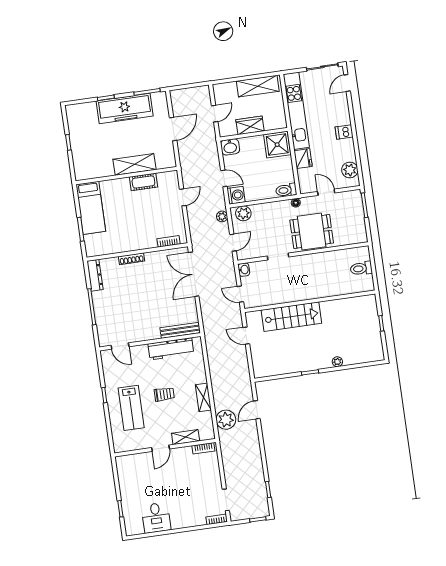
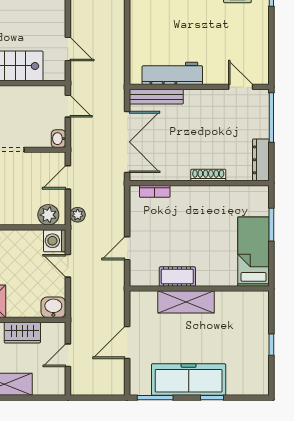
bench: (180, 330) -> (156, 97), moved
wall: (150, 342) -> (199, 87), moved
door: (120, 346) -> (241, 87), moved
workbench: (171, 349) -> (172, 73), moved

